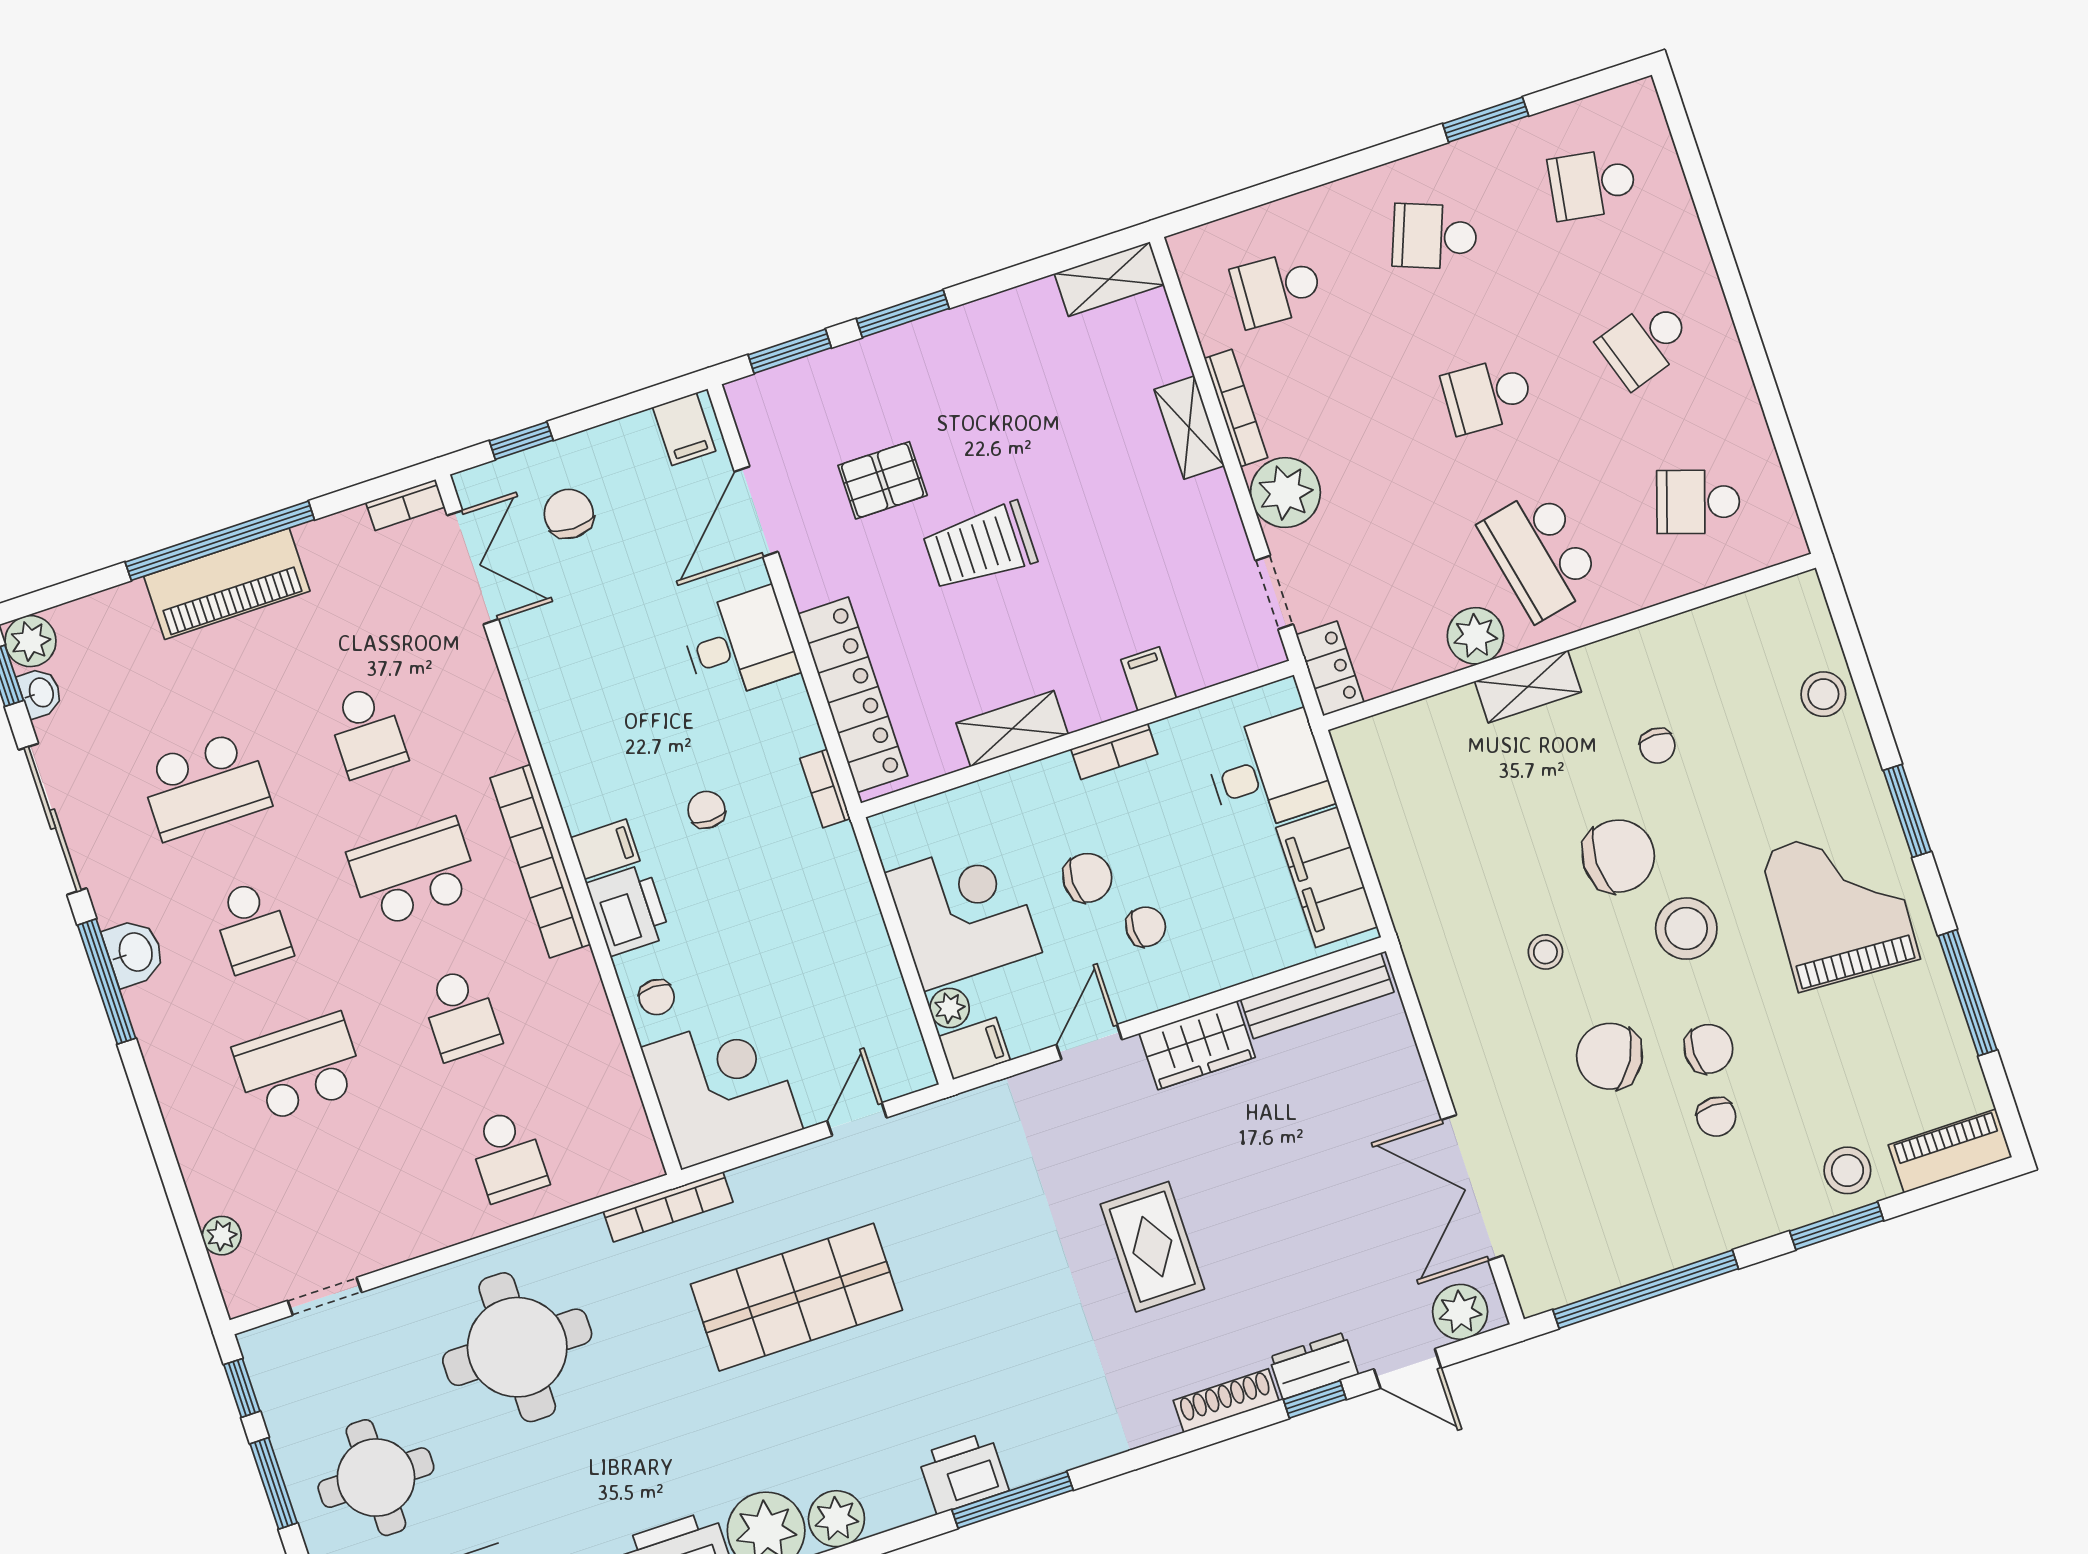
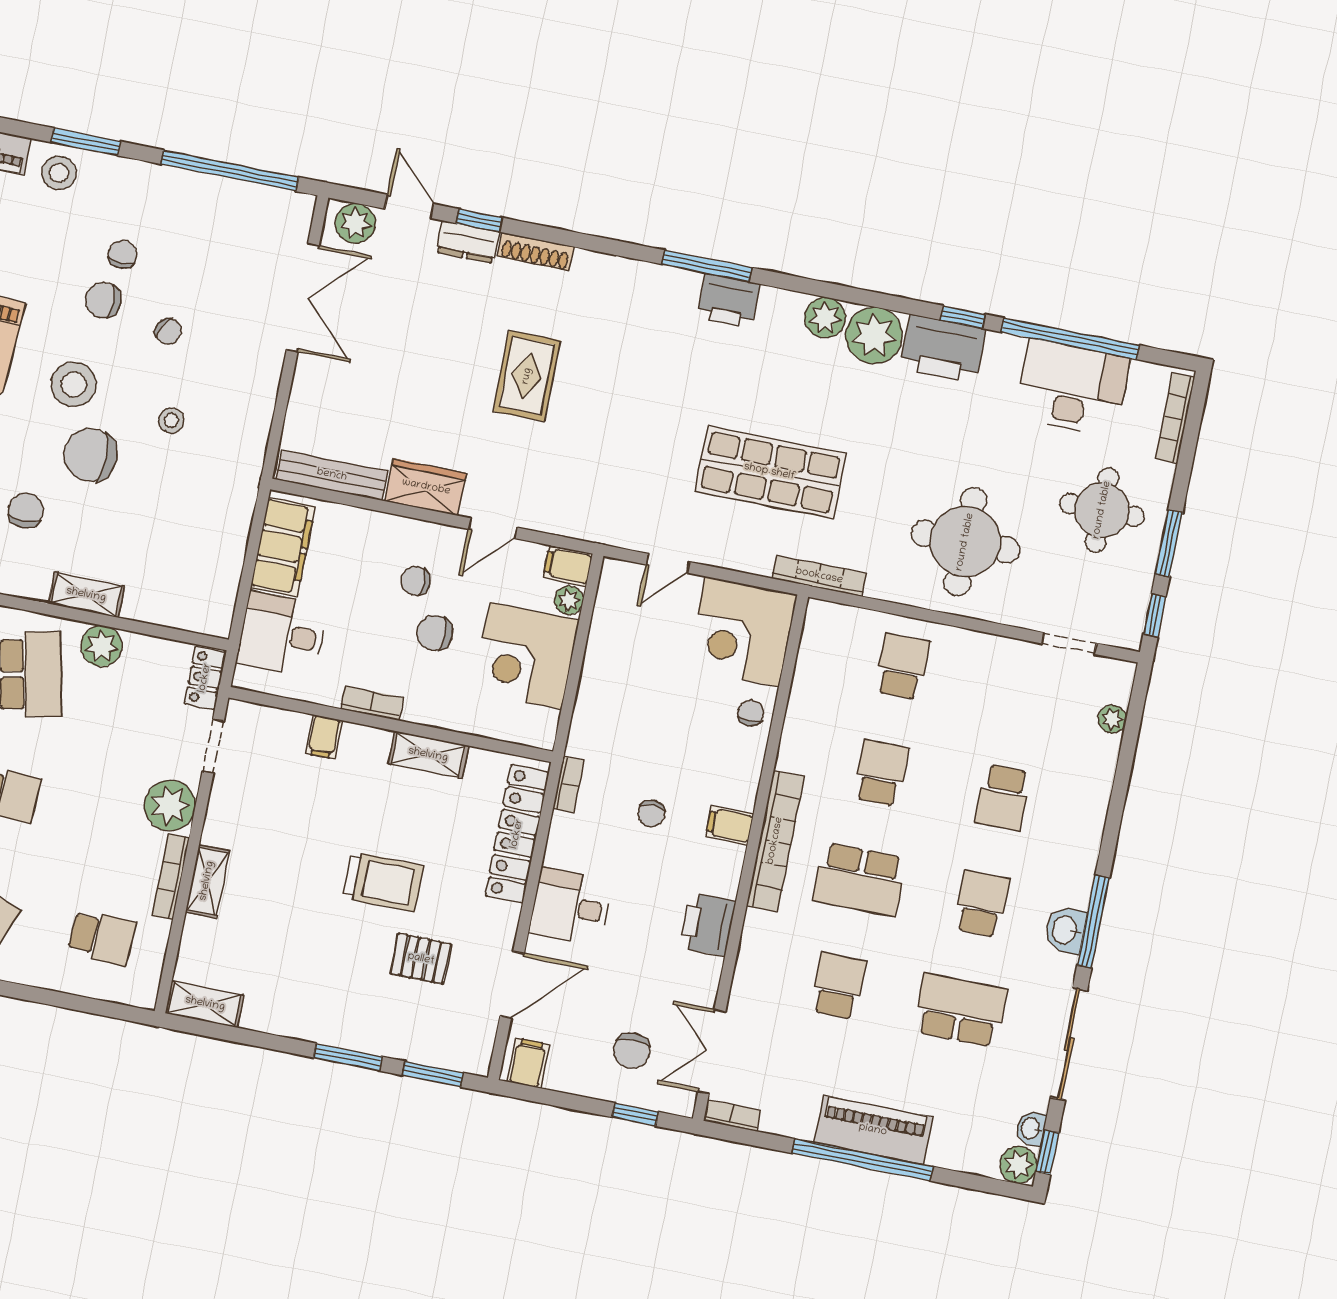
chair: (1657, 746) -> (26, 511), width x1.37, depth x1.37
printer: (628, 910) -> (708, 924), moved
chair: (1609, 1056) -> (168, 331), width x0.54, depth x0.54
school desk: (299, 1068) -> (1003, 797), width x0.54

